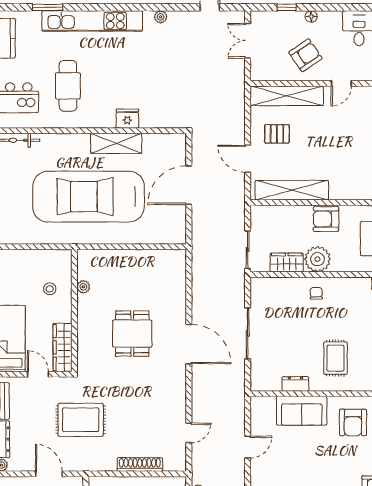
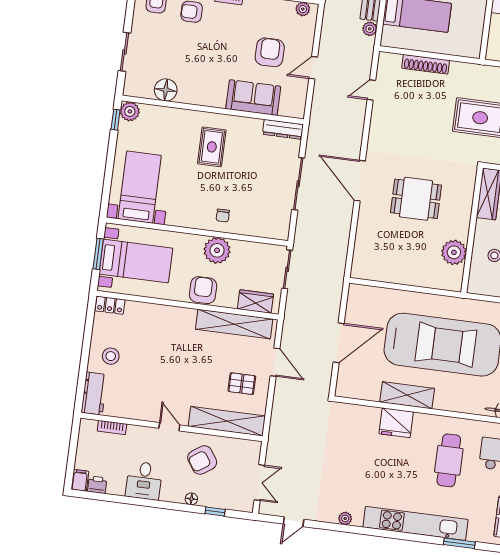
door: (341, 83) -> (169, 427), hinge flipped
fridge: (127, 119) -> (396, 423), width x1.36, depth x1.34
armchair: (326, 219) -> (203, 290), turned -90
wardrobe: (287, 263) -> (255, 301), moved, turned 180
plant: (83, 287) -> (454, 252), width x1.87, depth x1.87
dining table: (132, 334) -> (416, 199), turned 90
dresser: (295, 384) -> (283, 129), moved, width x1.44
armchair: (353, 422) -> (270, 52), moved

